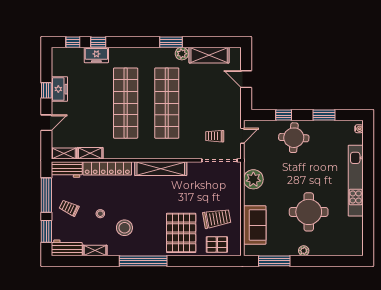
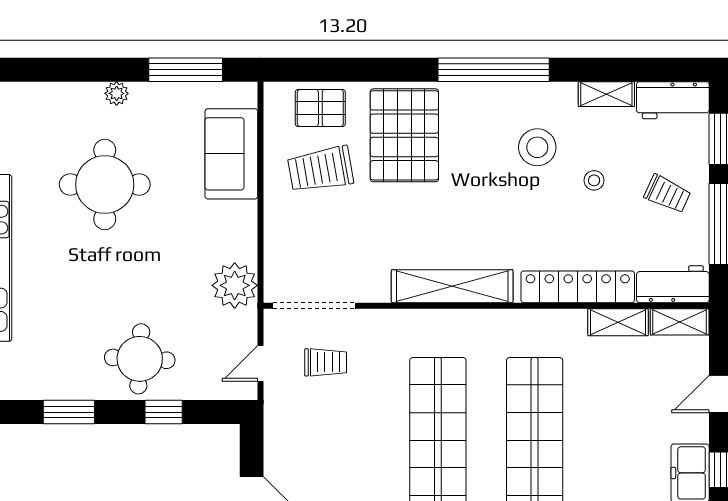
plant: (253, 179) -> (235, 285), moved

